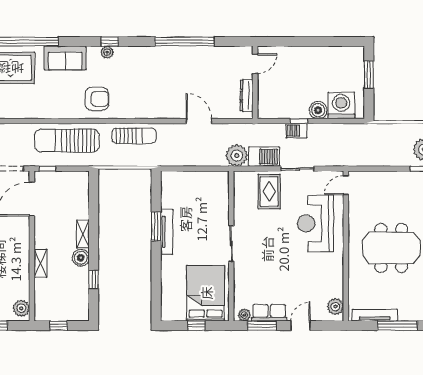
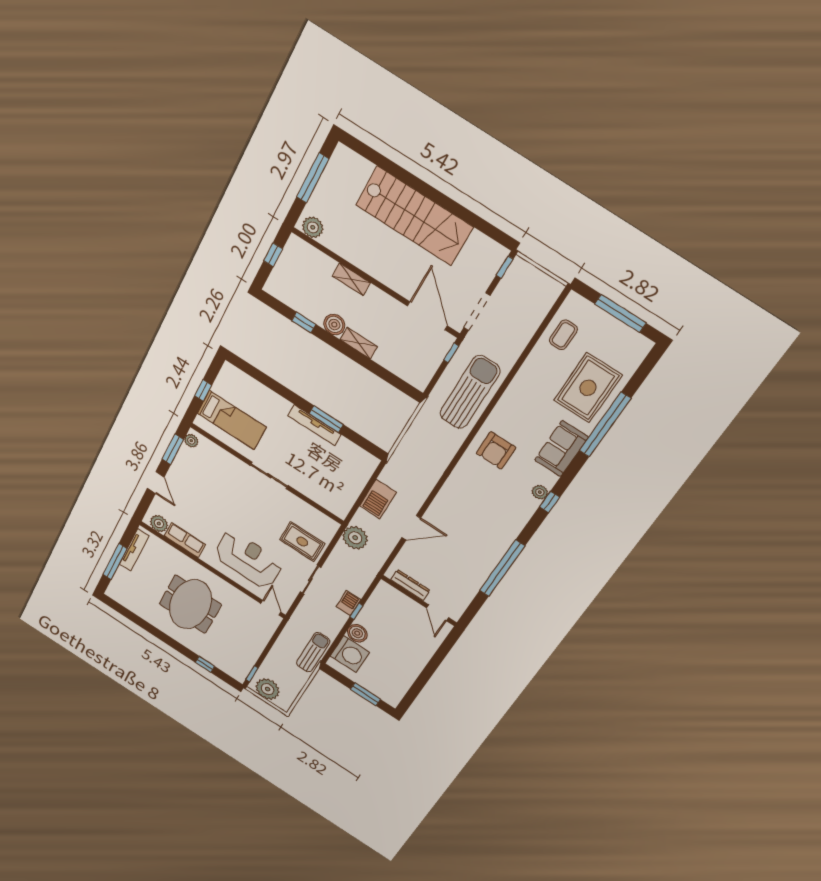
sun lounger: (134, 136) -> (313, 652), moved, turned 180
barbecue: (264, 157) -> (378, 499), moved
bed: (206, 293) -> (232, 420), width x0.67
row of seats: (269, 313) -> (185, 540), moved, turned -90

